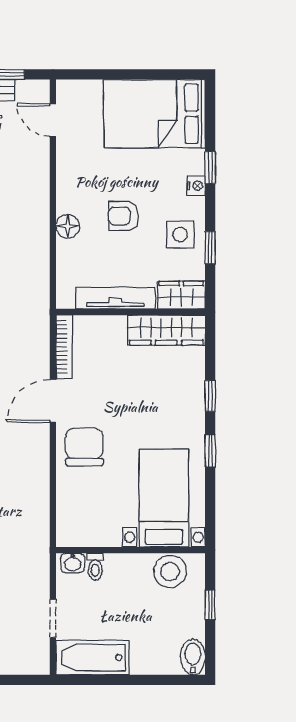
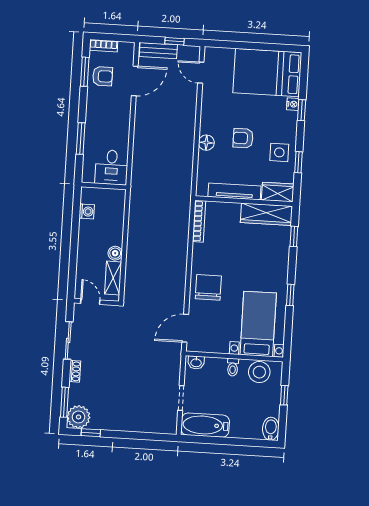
nightstand: (196, 186) -> (293, 104), moved
window: (210, 396) -> (294, 236), moved
door: (53, 401) -> (185, 328), moved
toilet: (95, 567) -> (233, 367), moved

